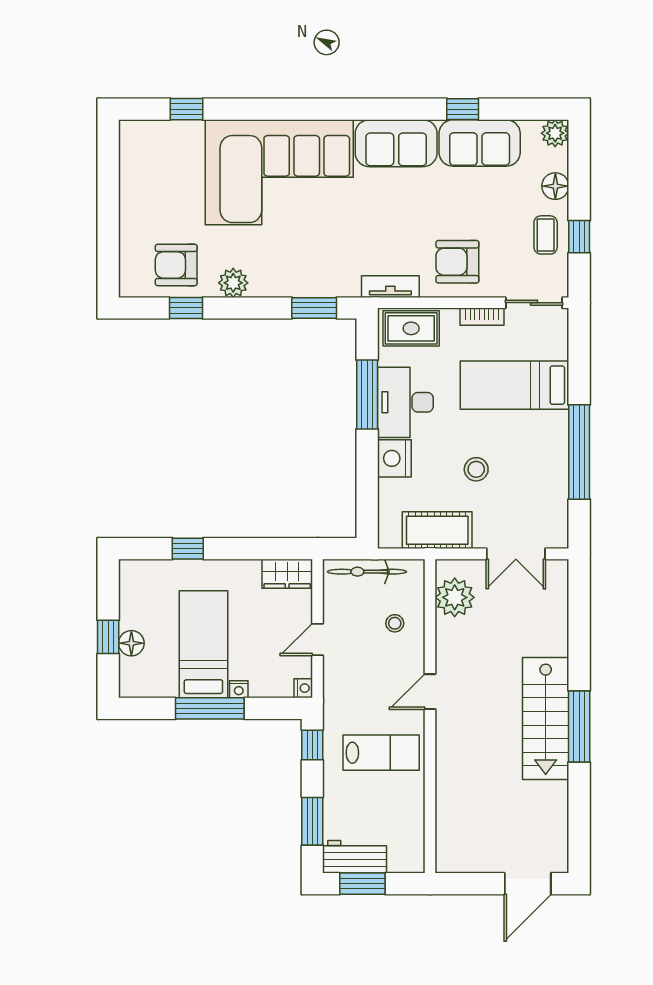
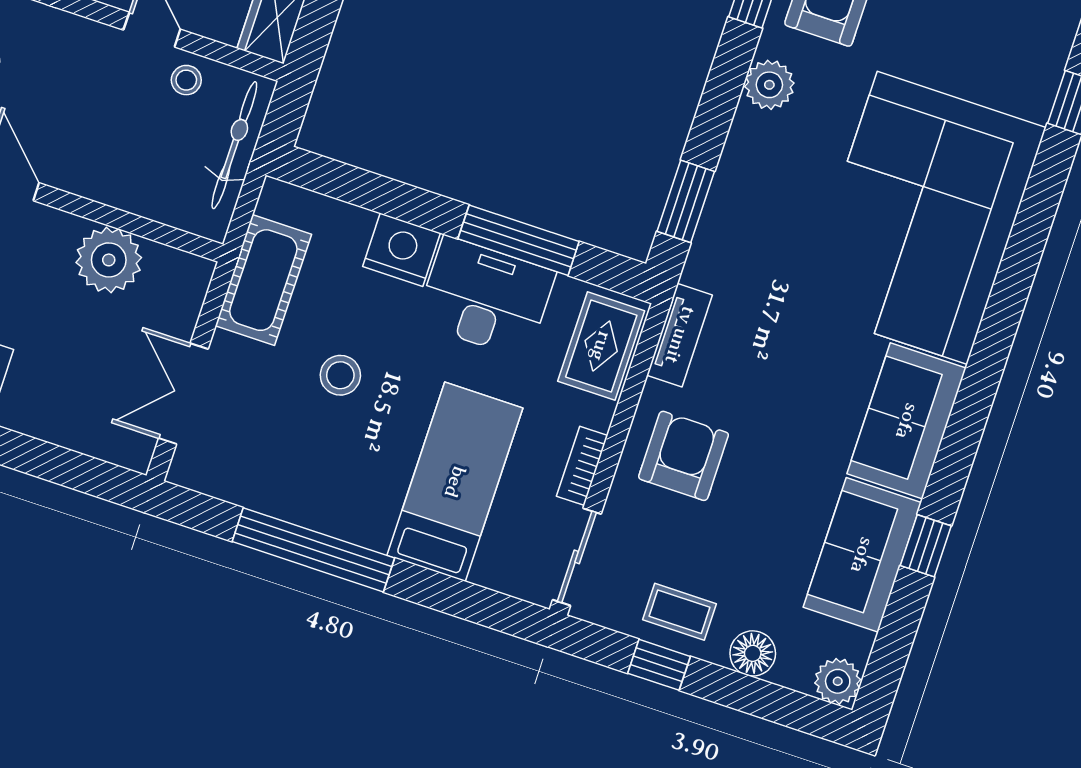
plant: (455, 597) -> (109, 260), moved
stool: (395, 623) -> (186, 80), moved

